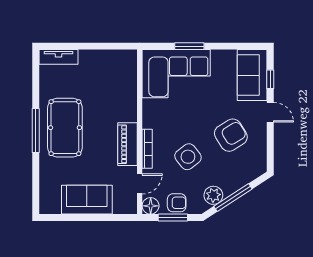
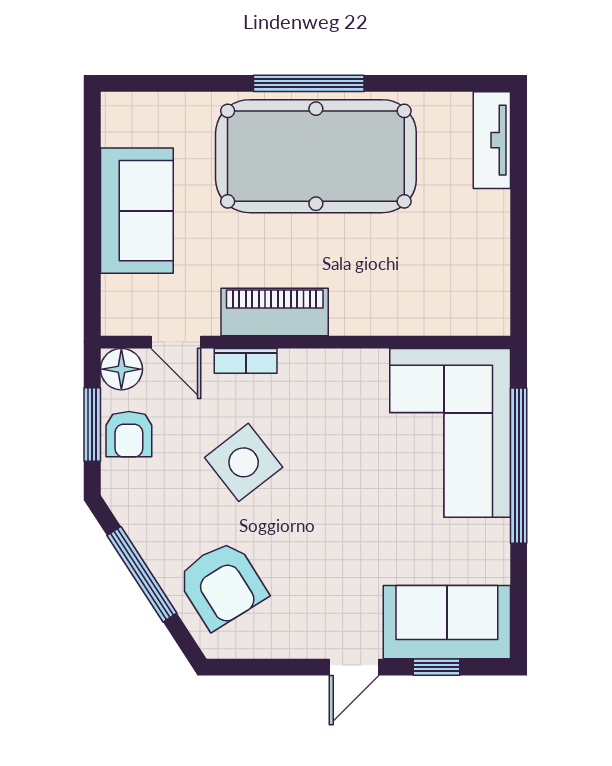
window: (189, 46) -> (519, 466), width x2.11
pool table: (65, 128) -> (316, 156), width x1.36, depth x1.32
armchair: (231, 135) -> (222, 585), moved
bookcase: (147, 149) -> (246, 361), width x0.64
plant: (213, 195) -> (148, 526), removed

